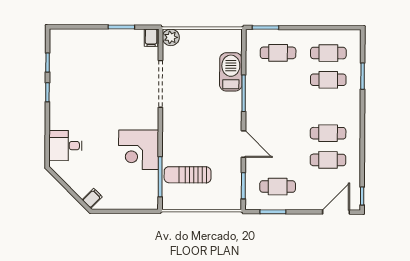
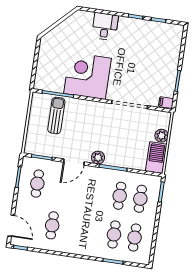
plant: (171, 37) -> (162, 136), moved
barbecue: (231, 72) -> (156, 158), moved, turned -90
plant: (233, 114) -> (98, 158), added
cafe table: (328, 133) -> (120, 196), moved
desk: (65, 146) -> (105, 26), moved
corner desk: (139, 150) -> (87, 76), width x1.36, depth x1.36
filing cabinet: (92, 198) -> (49, 39), removed

